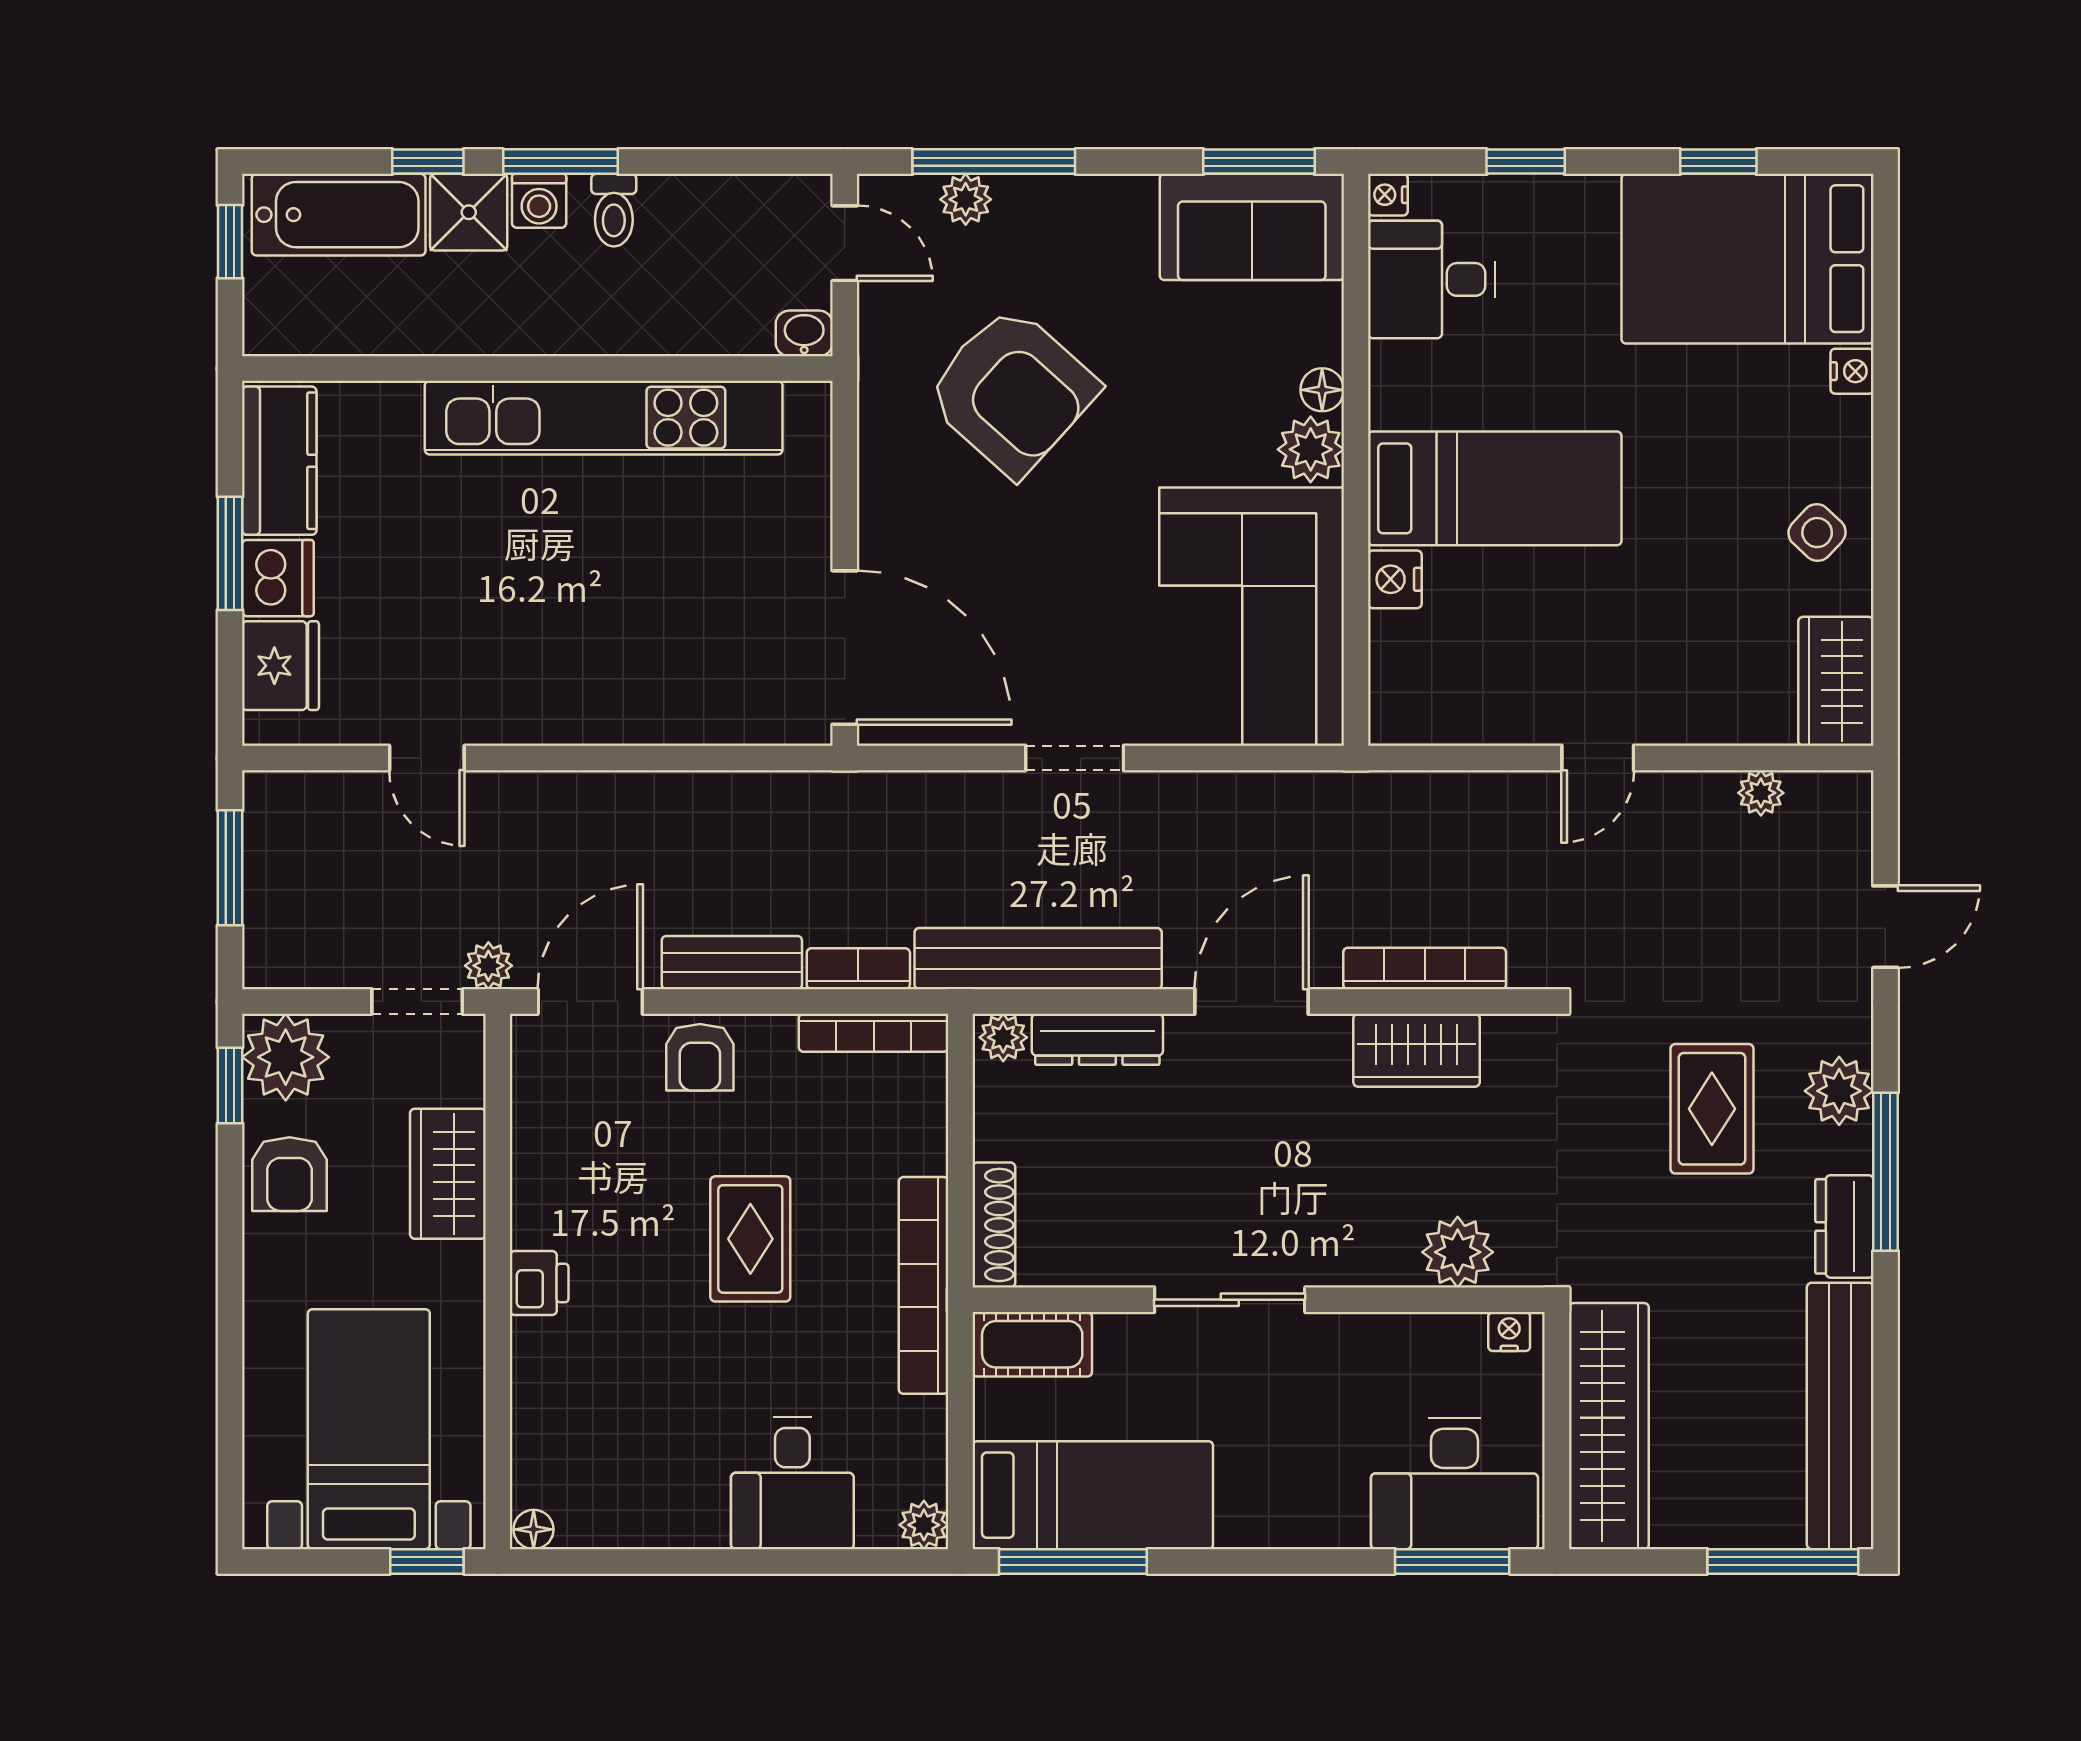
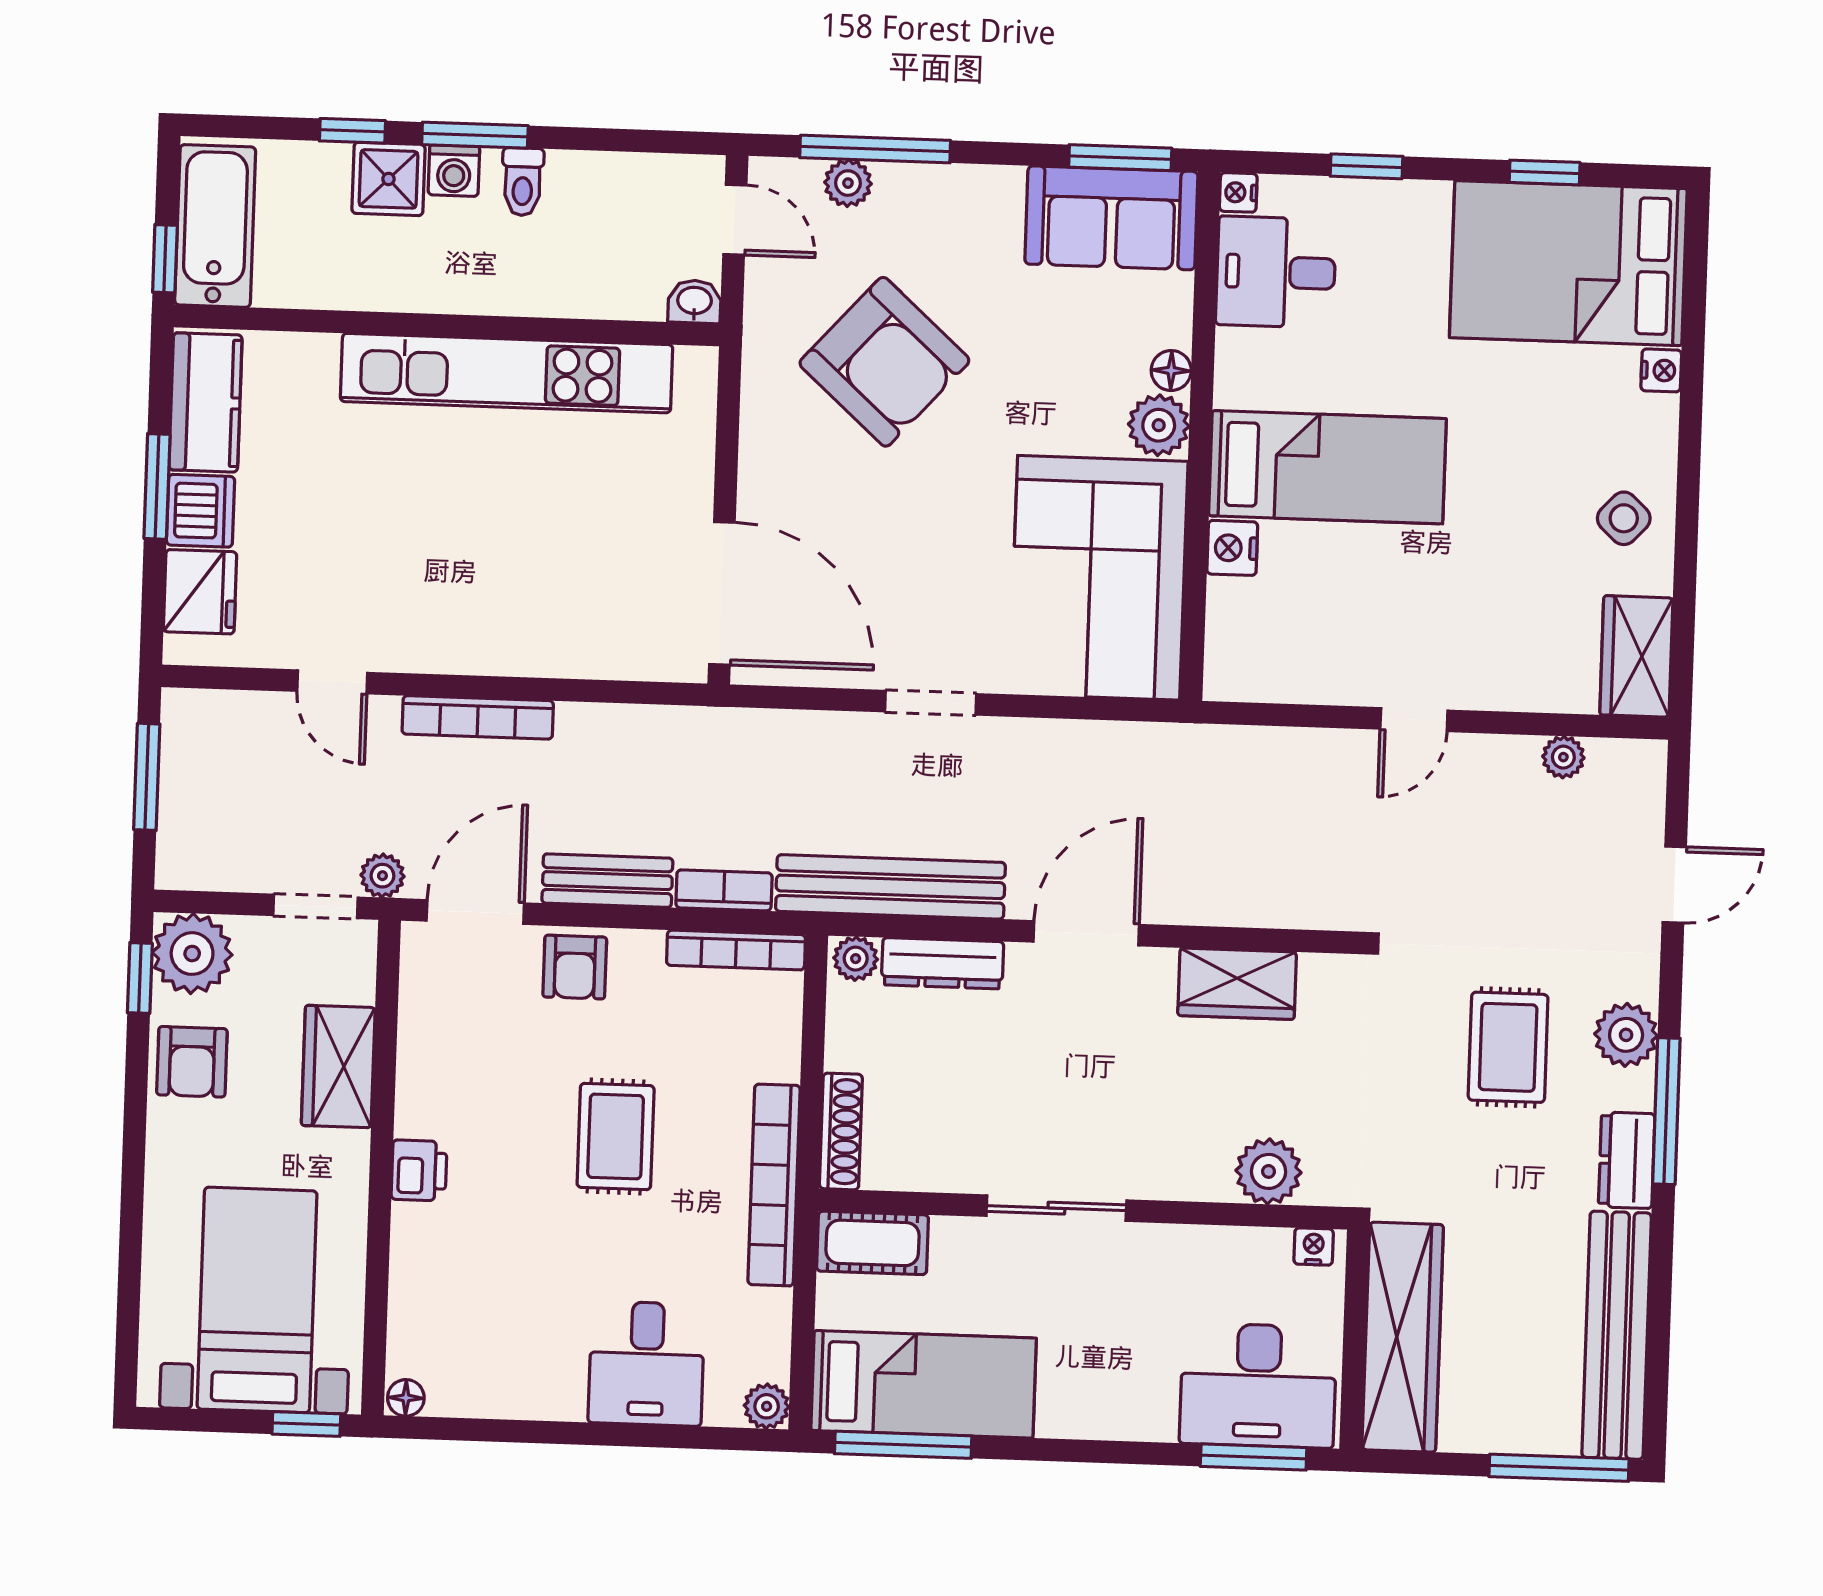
bathtub: (339, 215) -> (215, 226), moved, turned -90
window: (230, 242) -> (165, 259), moved
bookcase: (1425, 968) -> (478, 717), moved, turned 180

